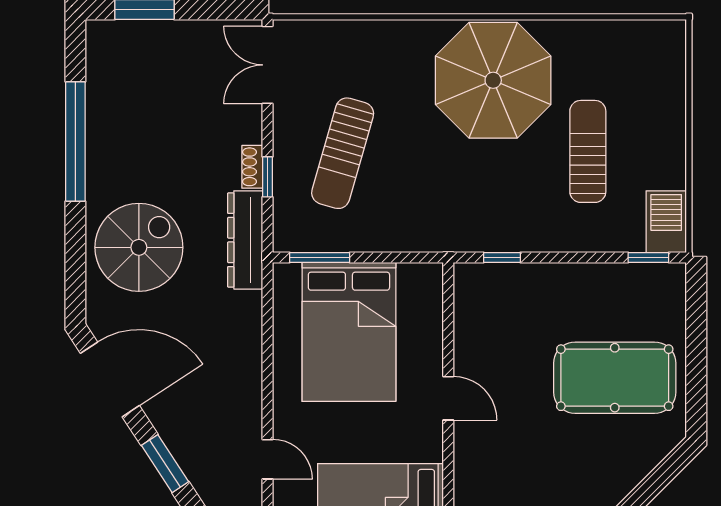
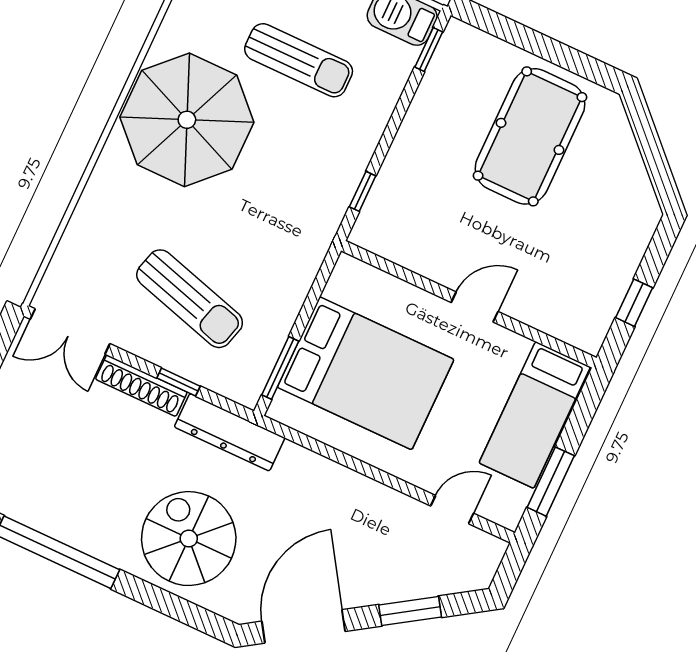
sun lounger: (588, 151) -> (299, 60), turned 180
shoe rack: (252, 167) -> (141, 386), width x1.94, depth x1.24

